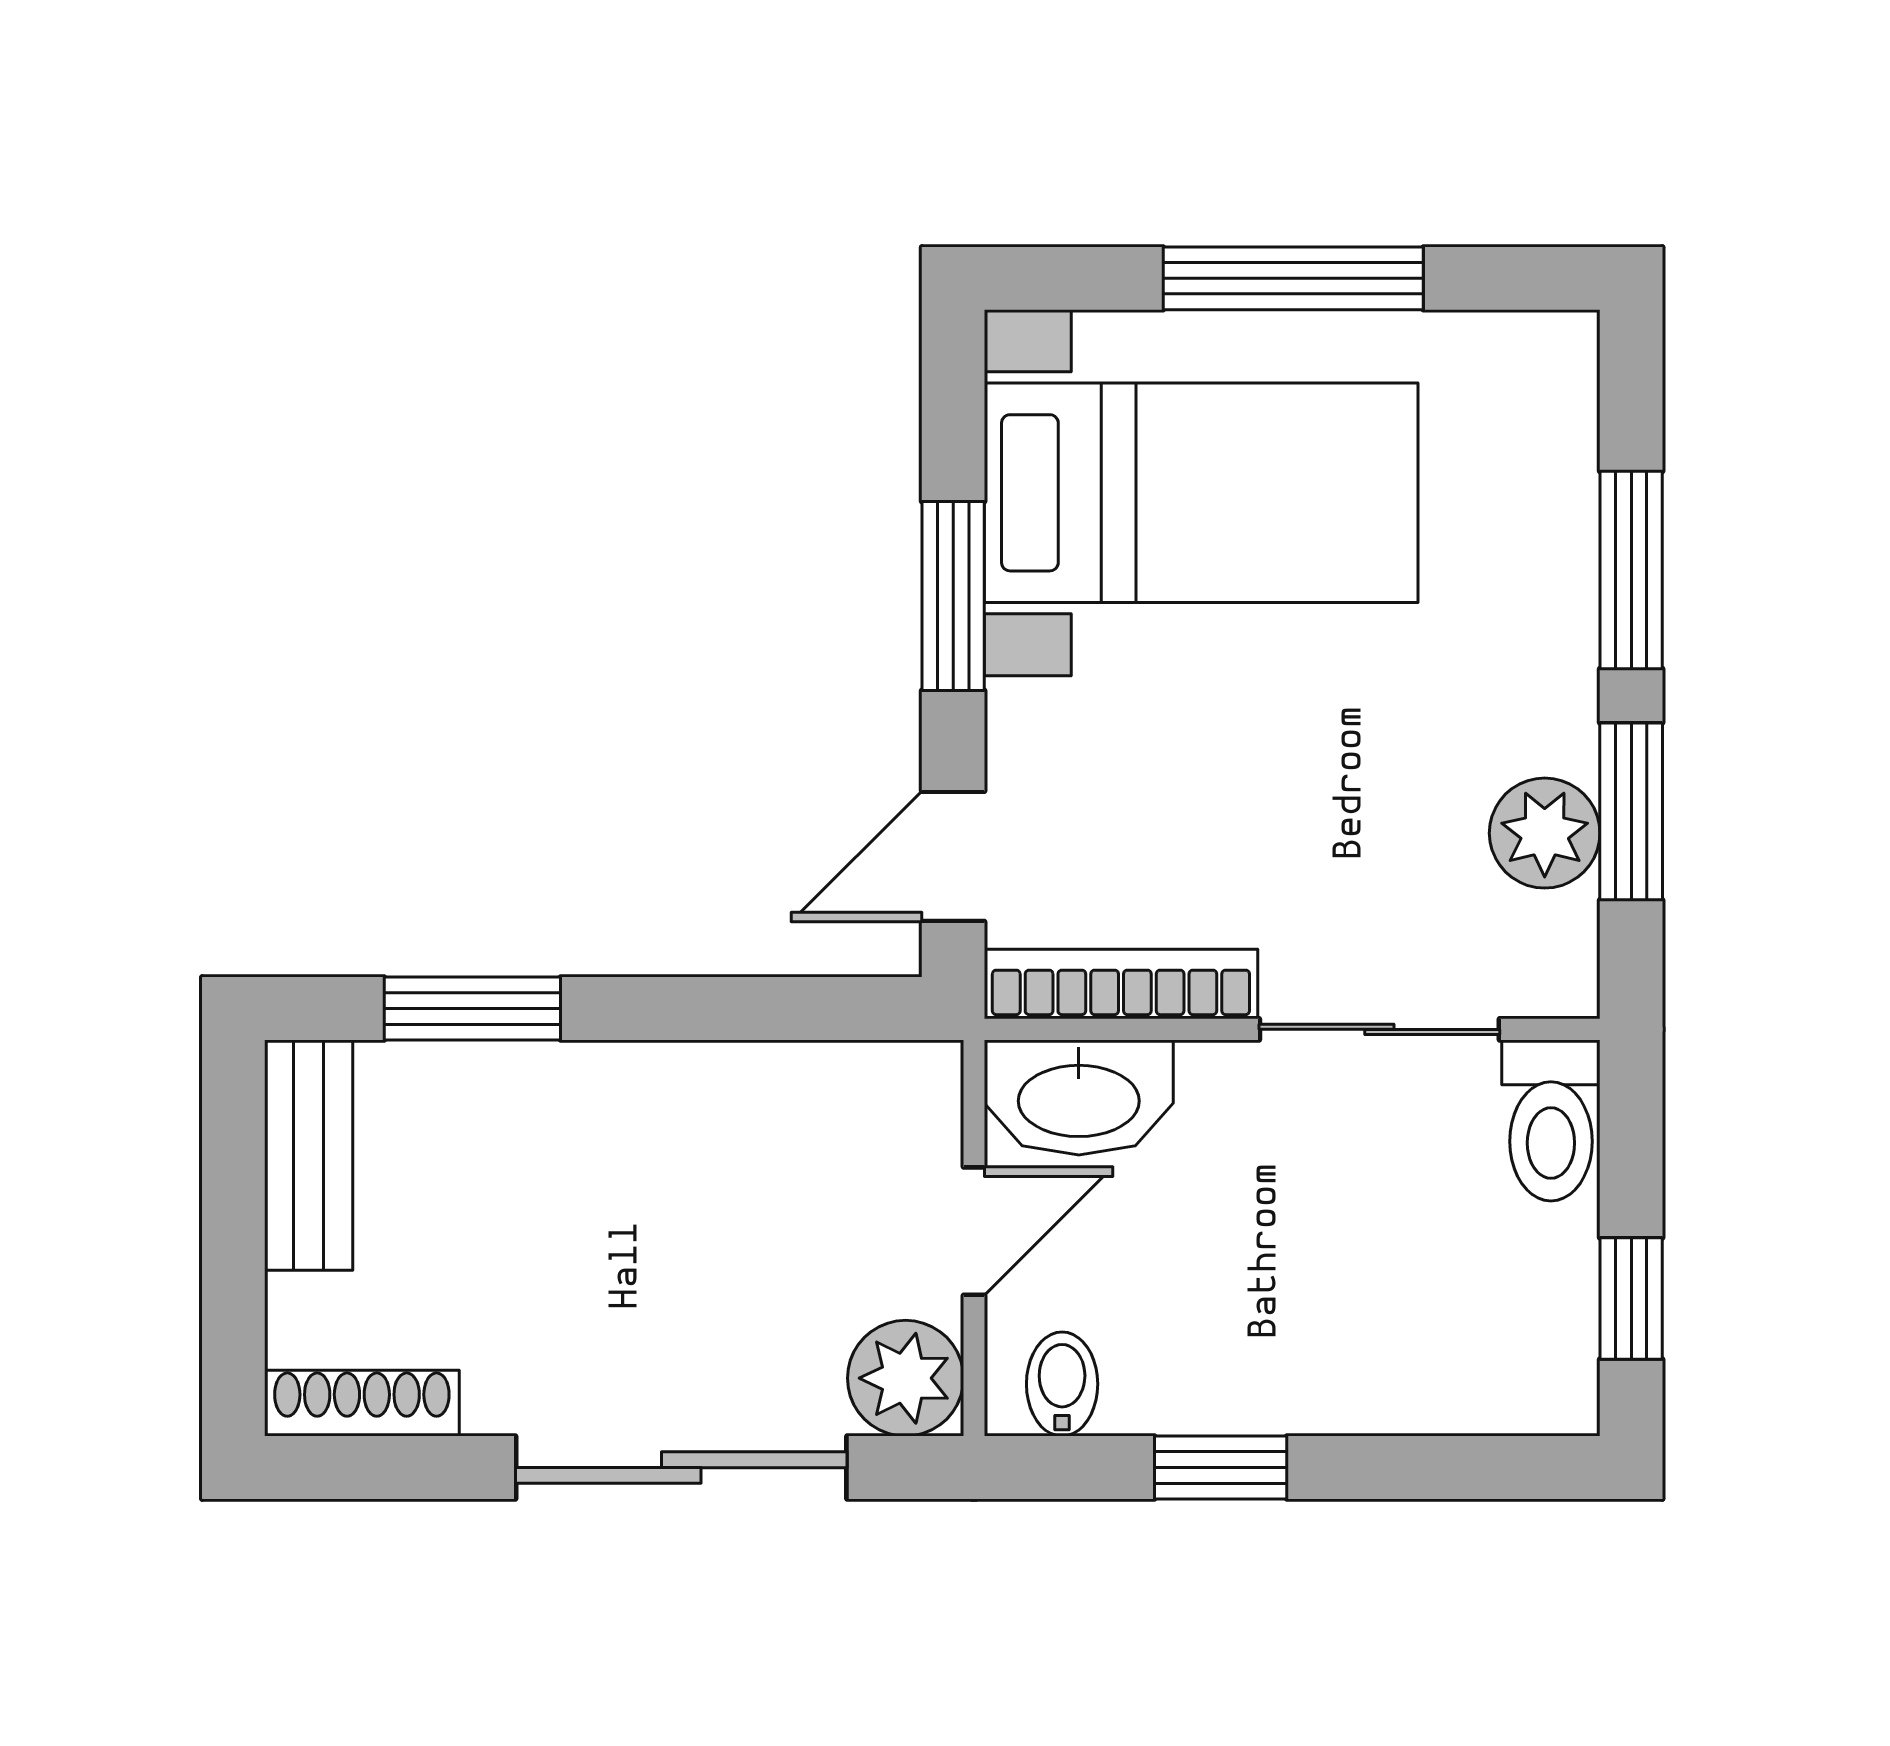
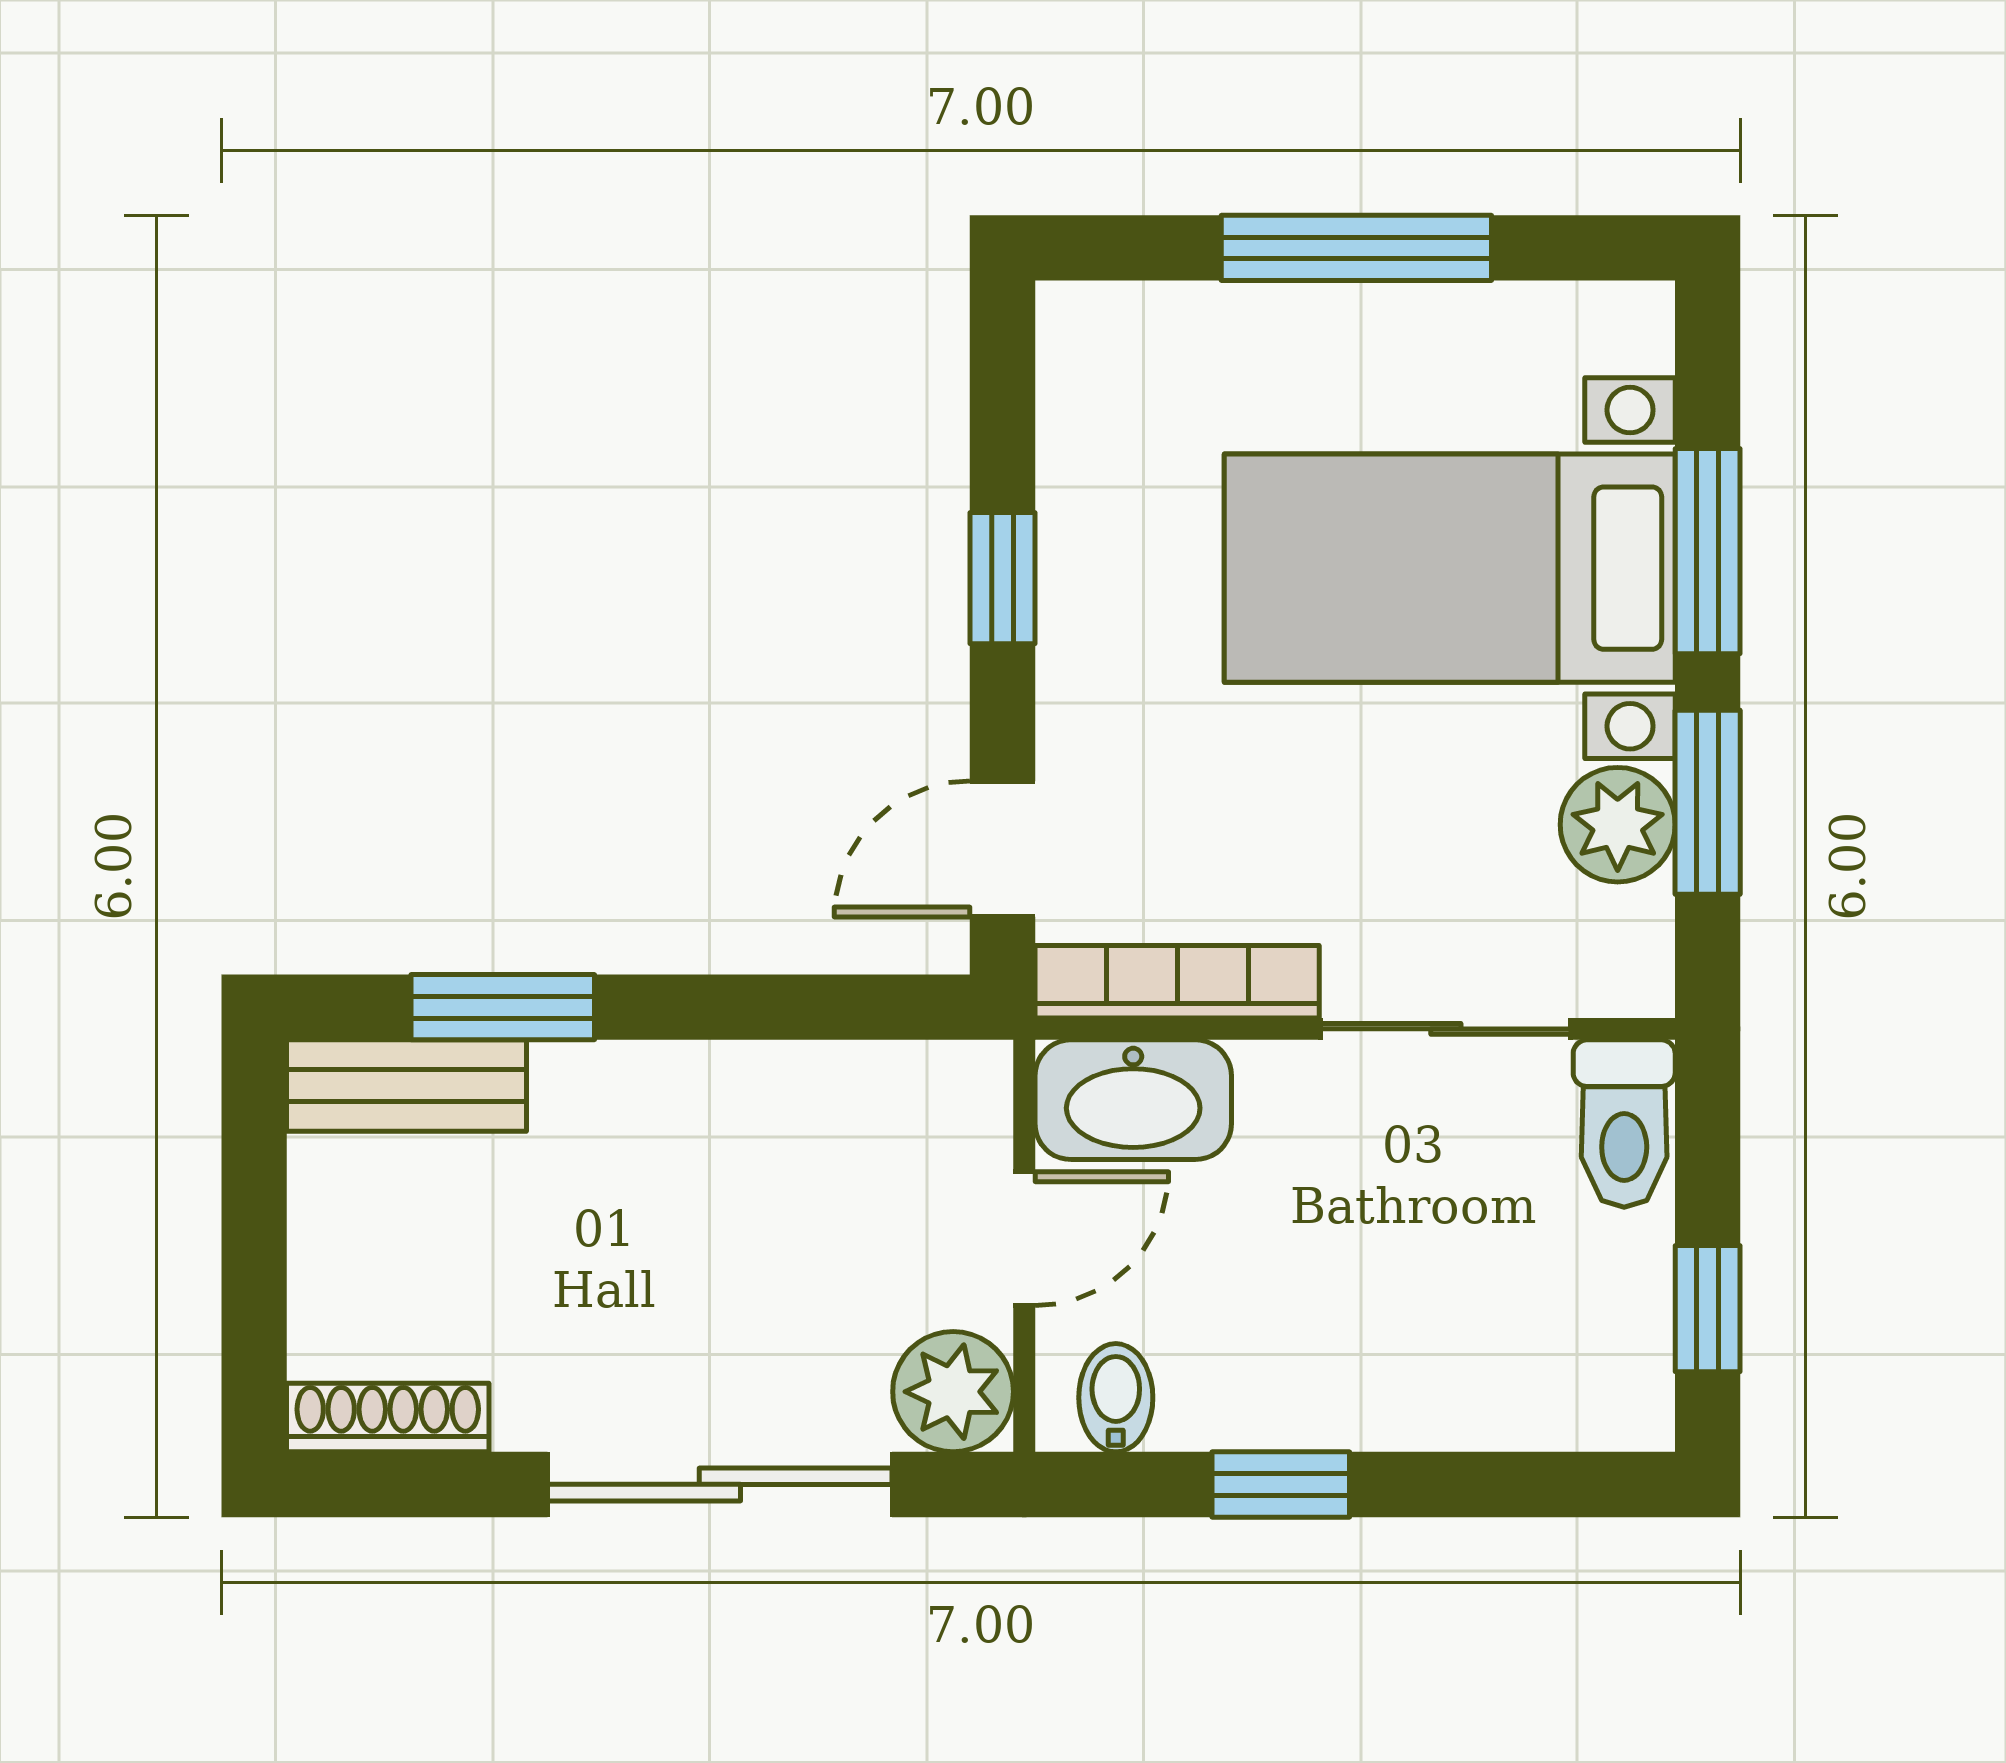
bed with nightstands: (1201, 493) -> (1450, 568), moved, turned 180
window: (953, 596) -> (1003, 578), width x0.67
bench: (309, 1155) -> (406, 1086), moved, turned 90

